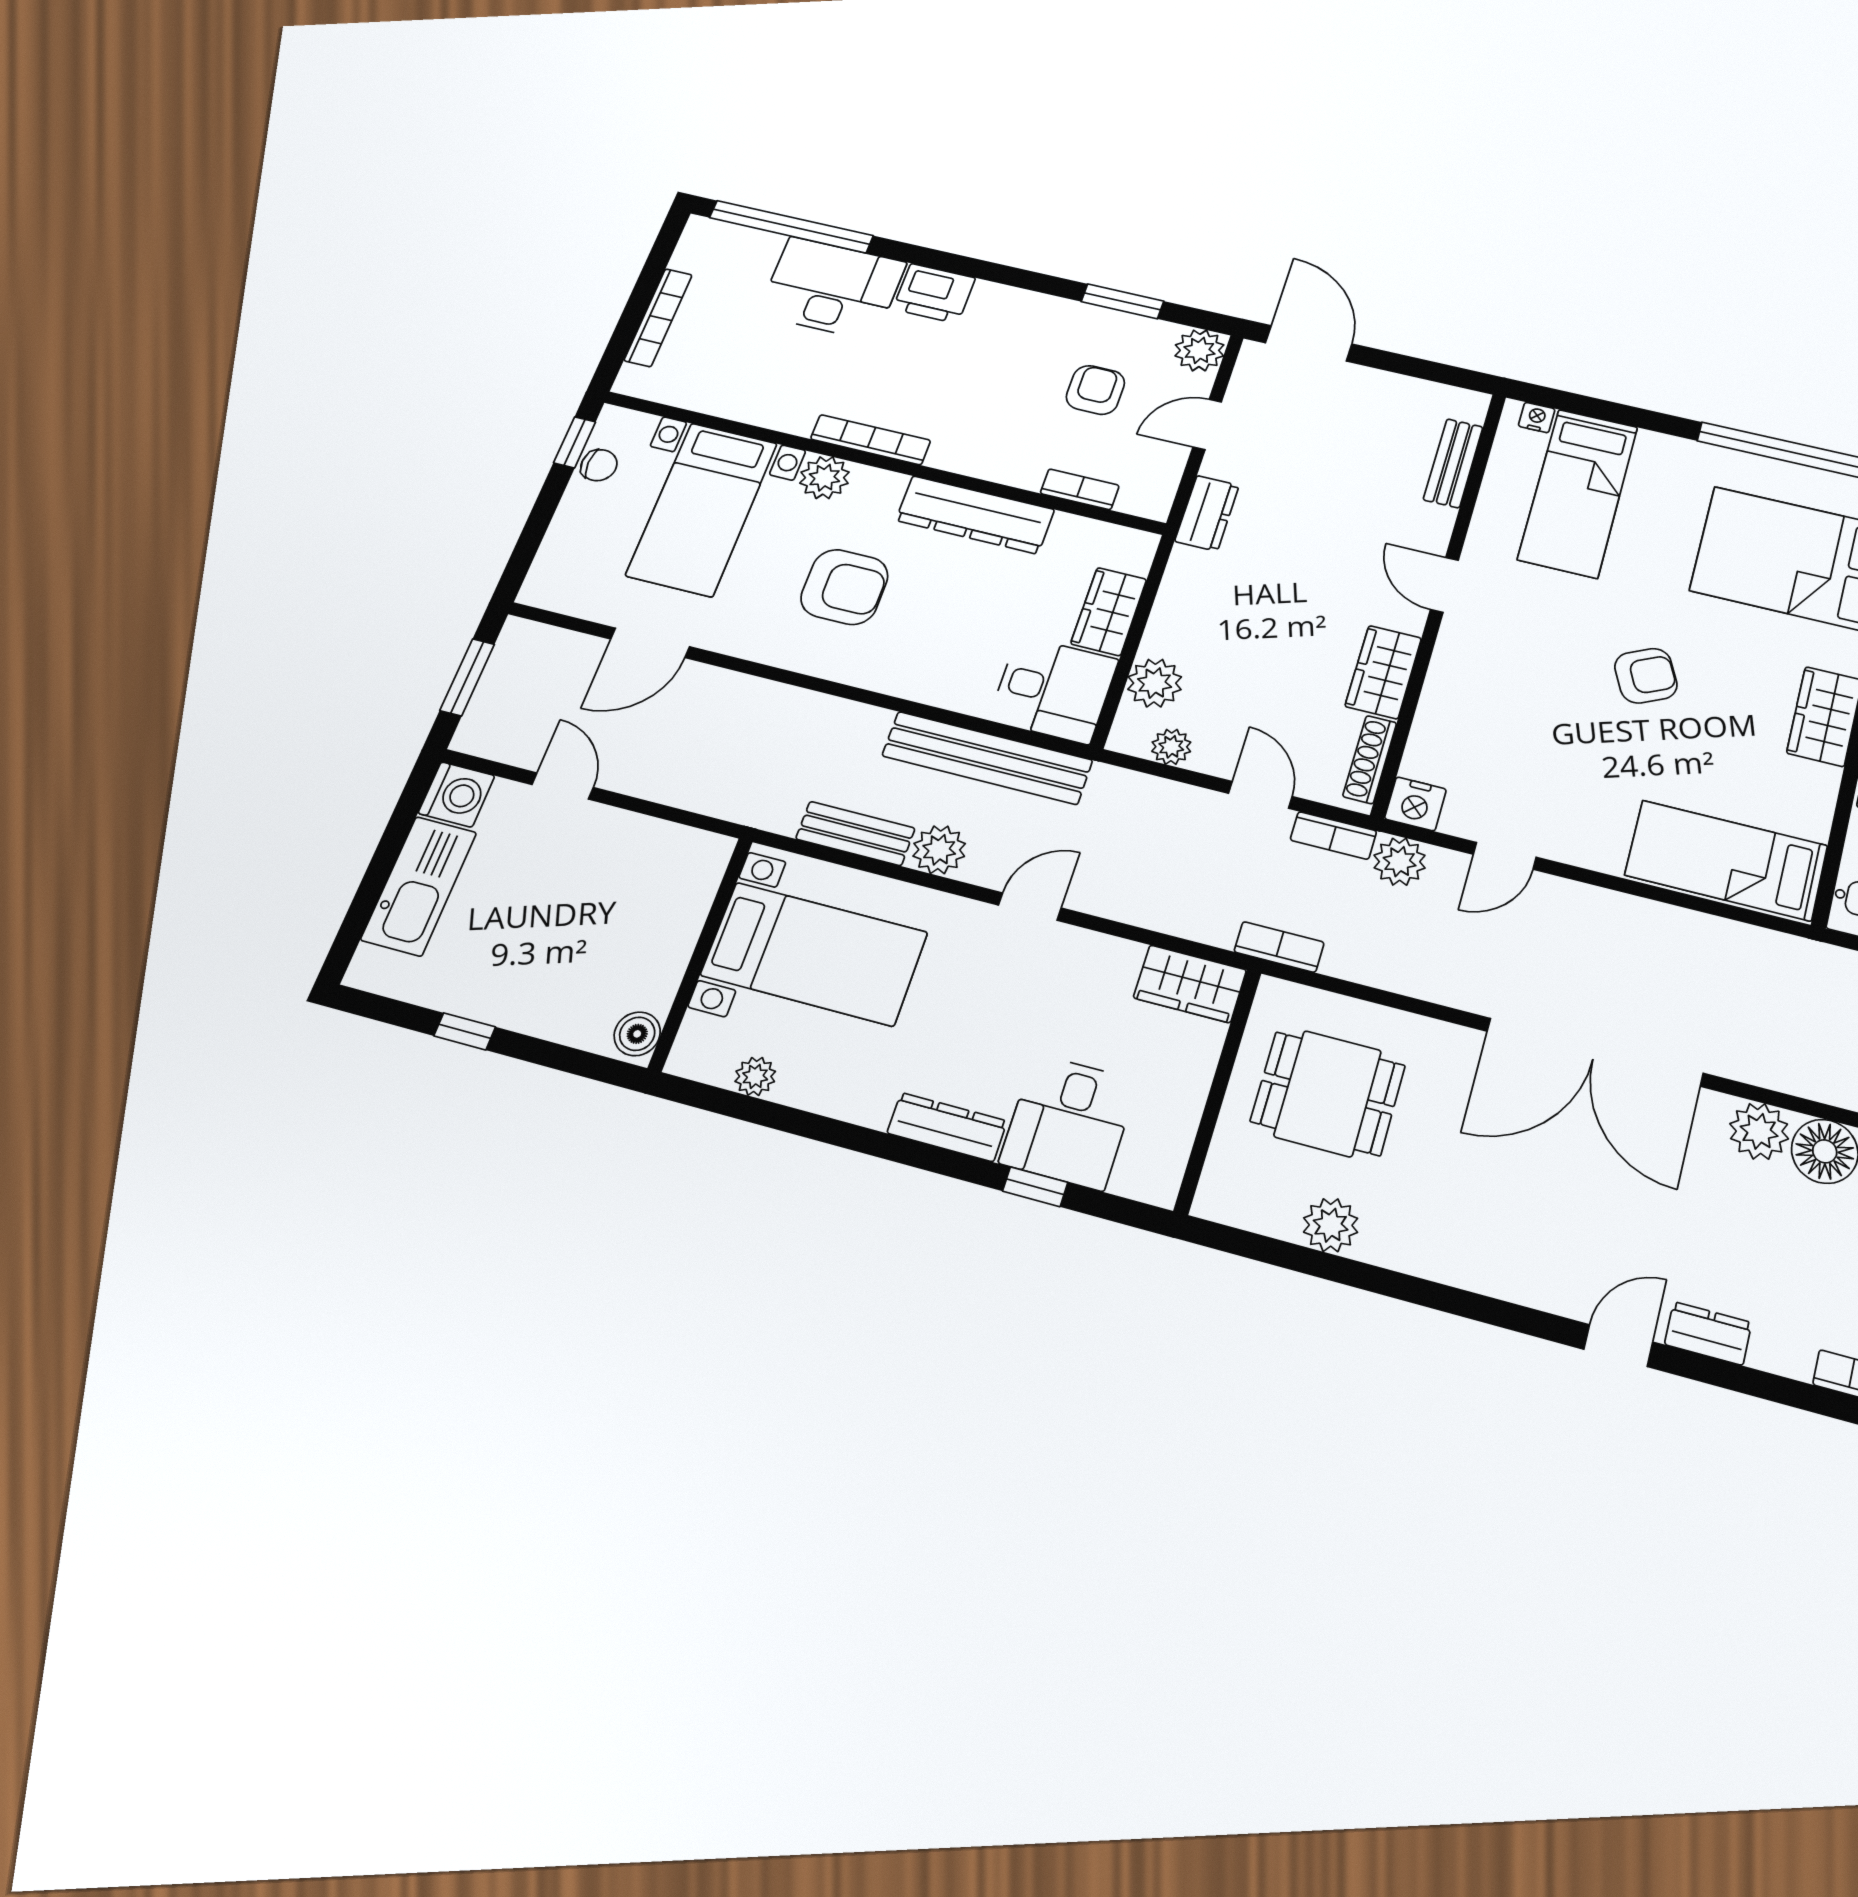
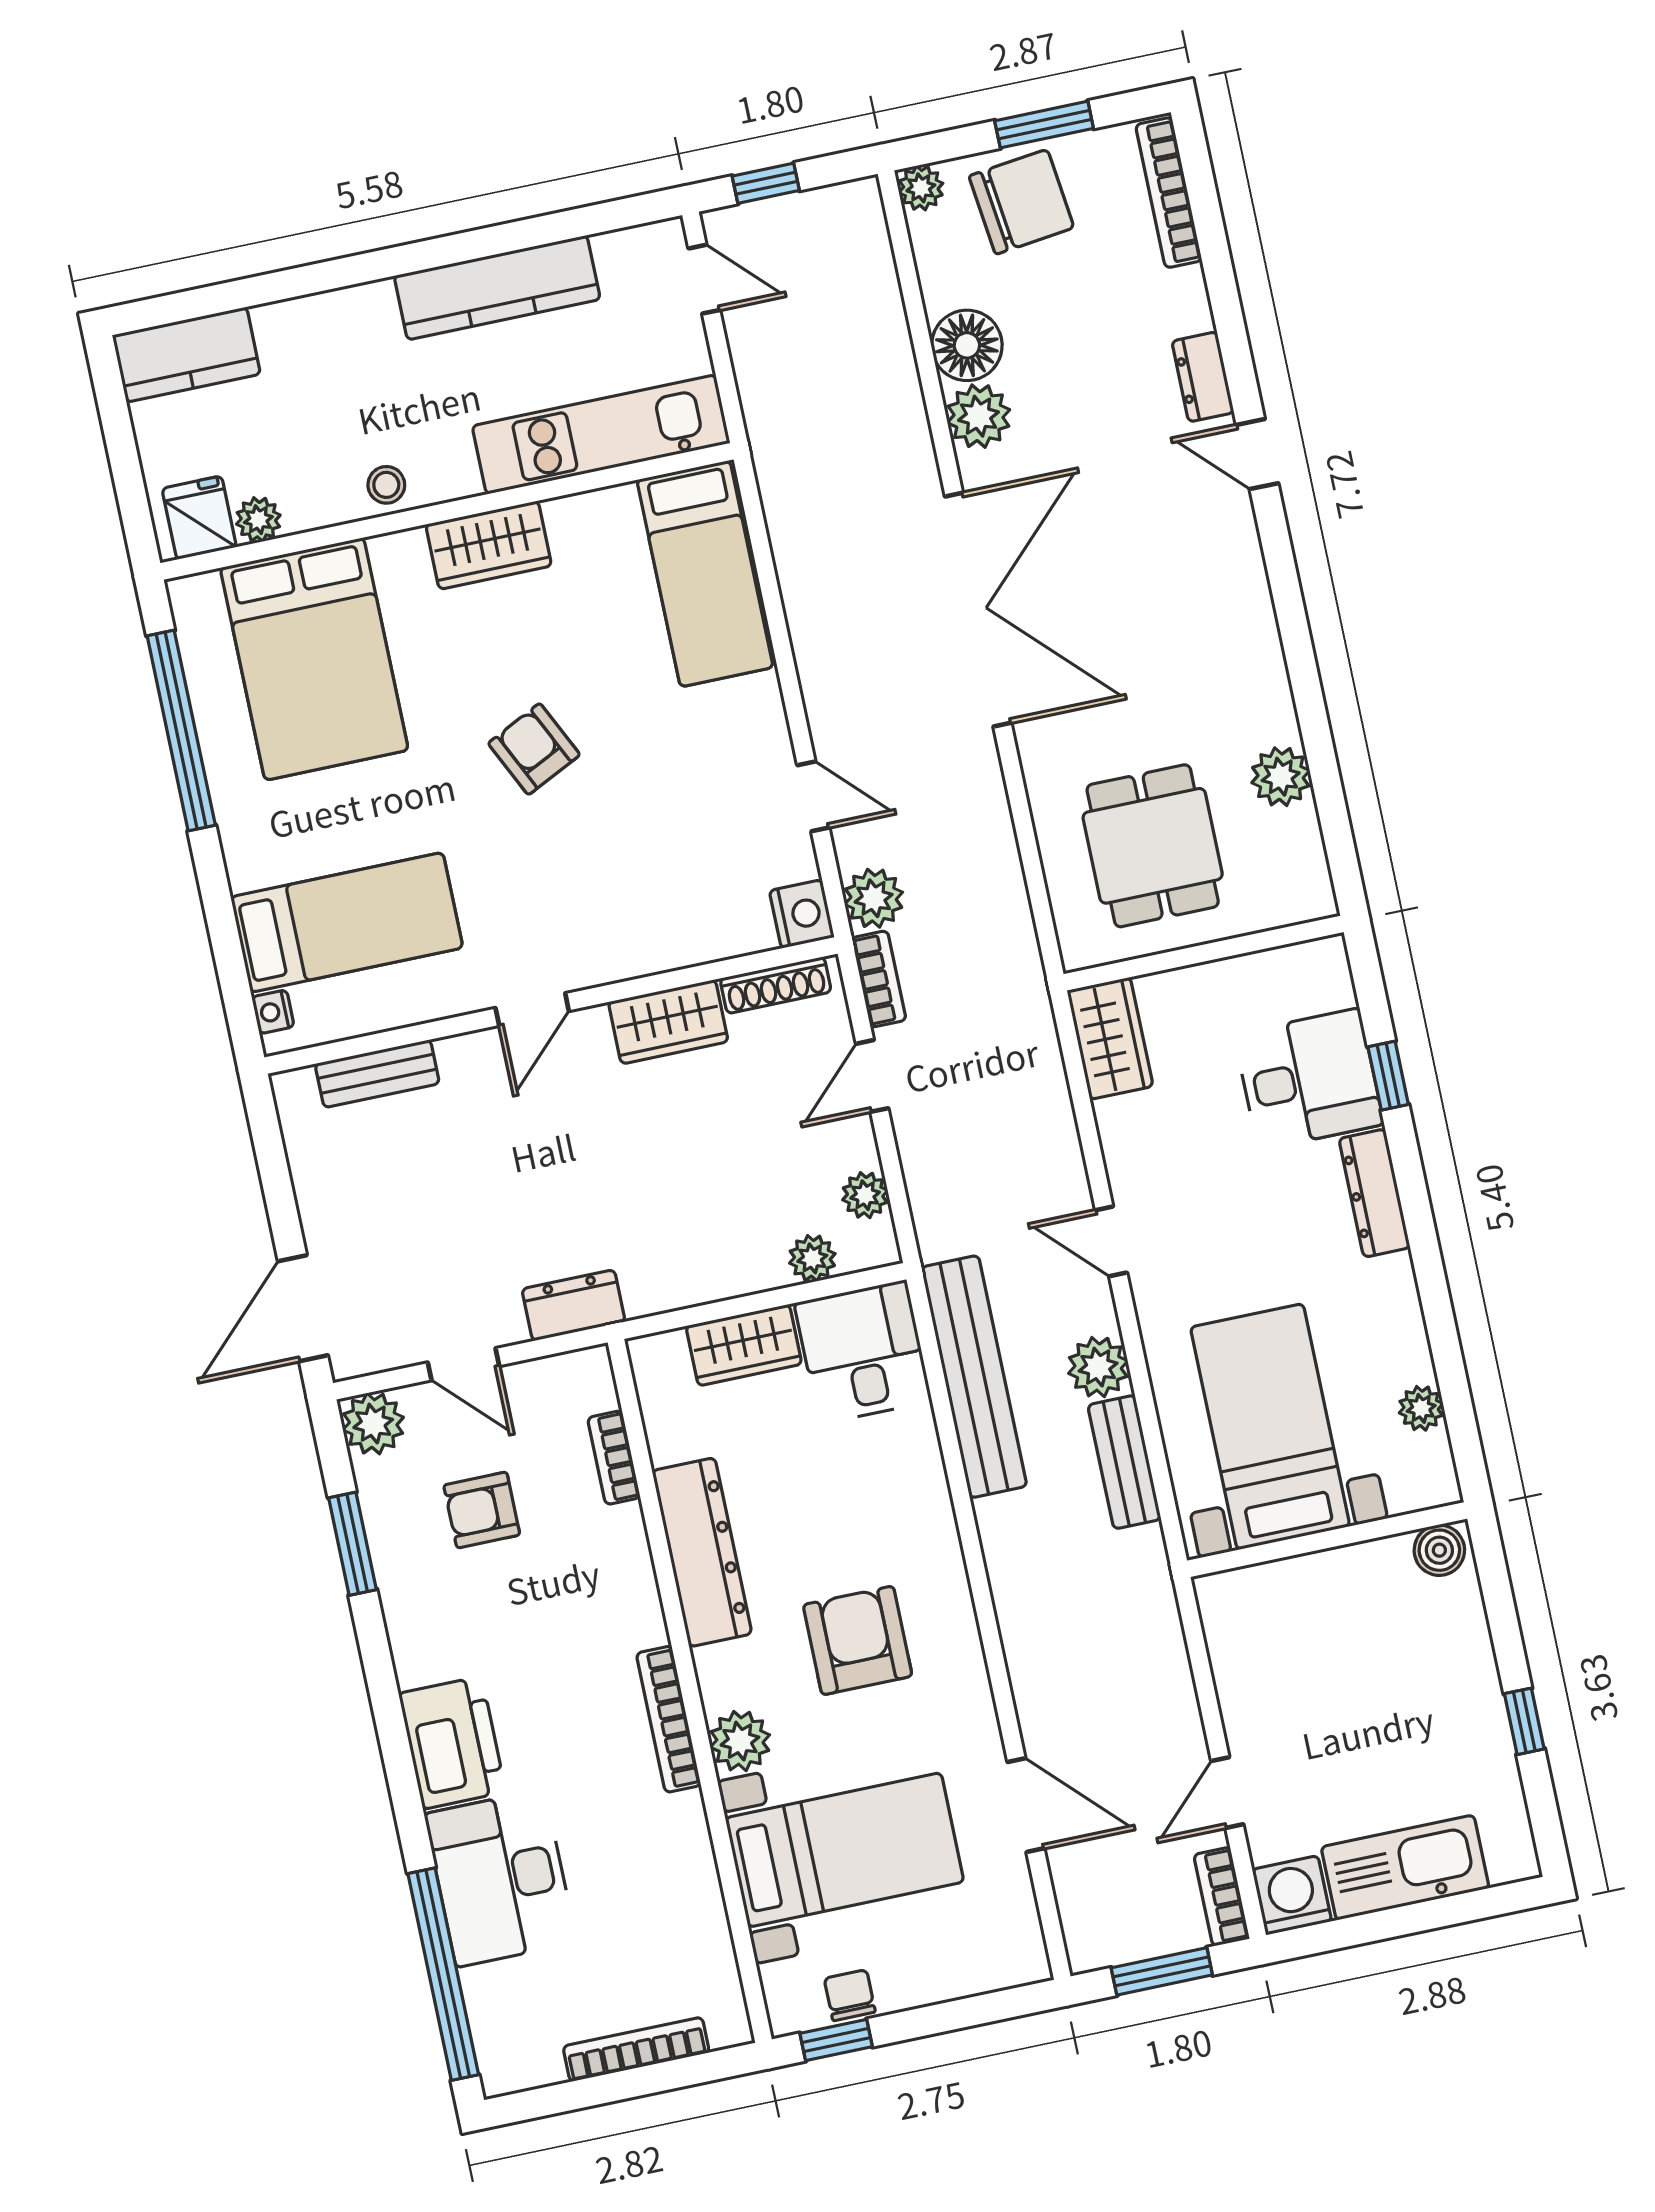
printer: (934, 293) -> (452, 1743), width x1.37, depth x1.19
plant: (1155, 683) -> (812, 1258), width x0.73, depth x0.73
bookcase: (1279, 947) -> (1222, 1897), moved

